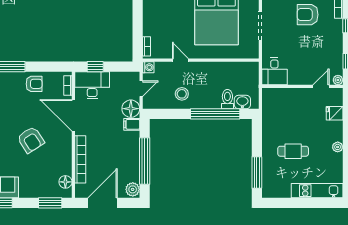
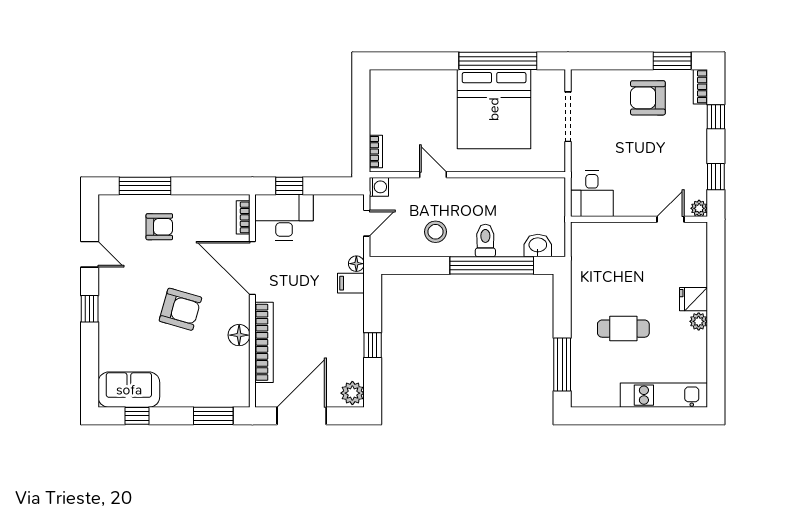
armchair: (34, 84) -> (159, 227), moved
toilet: (227, 99) -> (485, 241), moved
floor lamp: (131, 109) -> (356, 264), width x0.53, depth x0.53
fridge: (335, 113) -> (693, 299), moved
armchair: (31, 140) -> (180, 309), turned -41
window: (145, 161) -> (373, 345), width x0.32
floor lamp: (65, 182) -> (239, 335), moved

